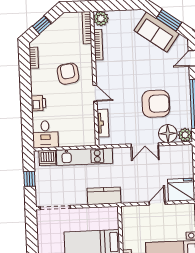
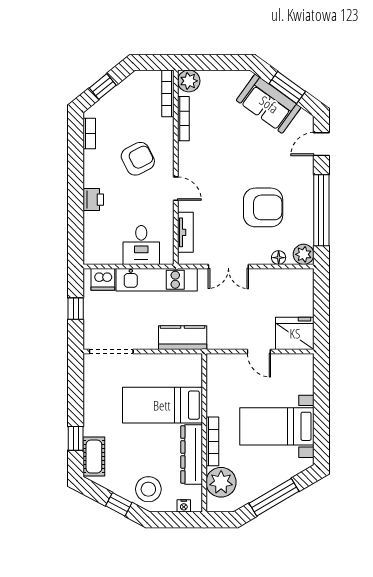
armchair: (68, 74) -> (138, 159), turned 72
desk: (45, 134) -> (141, 245), moved
floor lamp: (168, 134) -> (279, 258), width x0.53, depth x0.53
double door: (145, 145) -> (228, 266), moved
door: (157, 203) -> (259, 352), swing flipped

